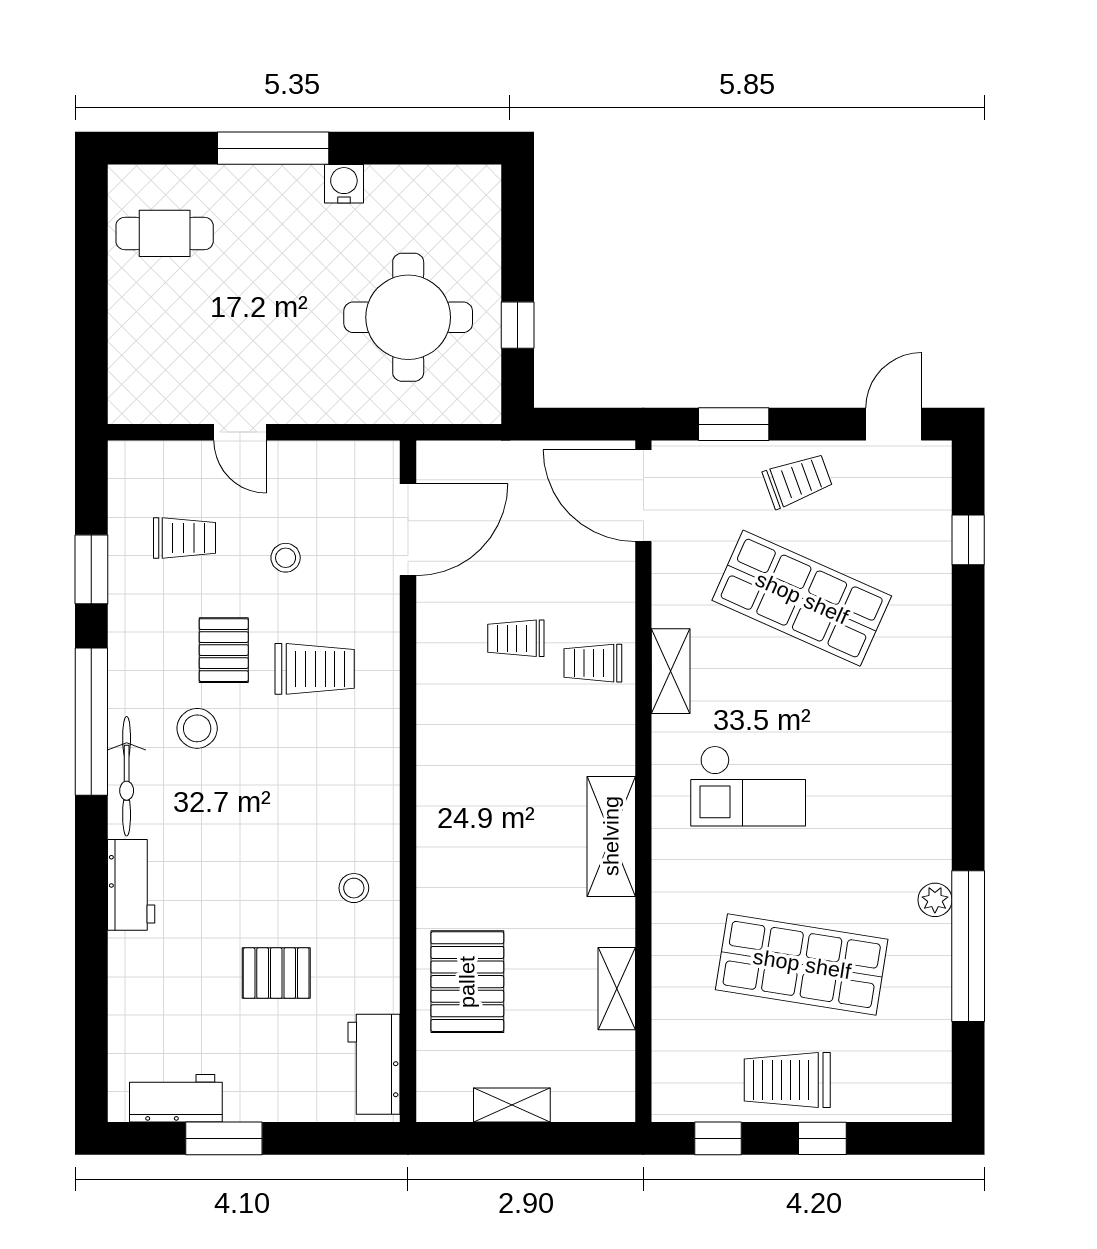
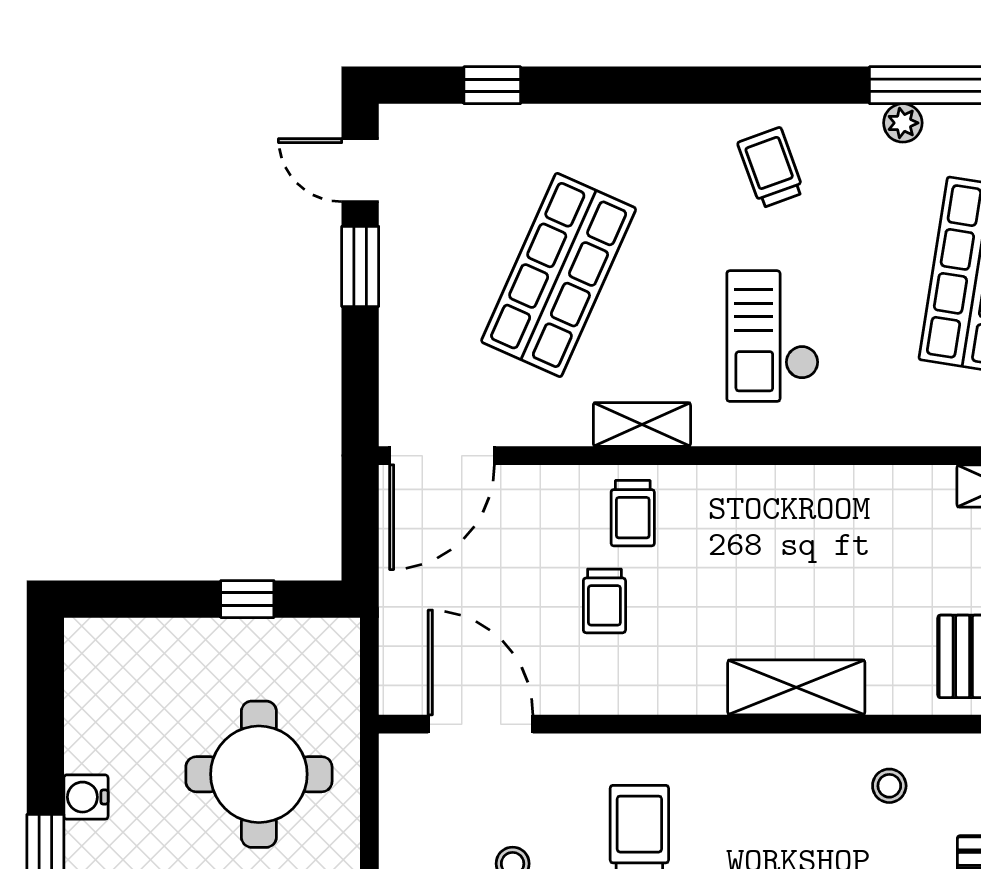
round table: (408, 317) -> (259, 774), moved
window: (734, 424) -> (360, 266), moved
trolley: (798, 480) -> (771, 168), moved
checkout: (748, 786) -> (773, 336), turned 180
shelving: (611, 836) -> (796, 687), moved

